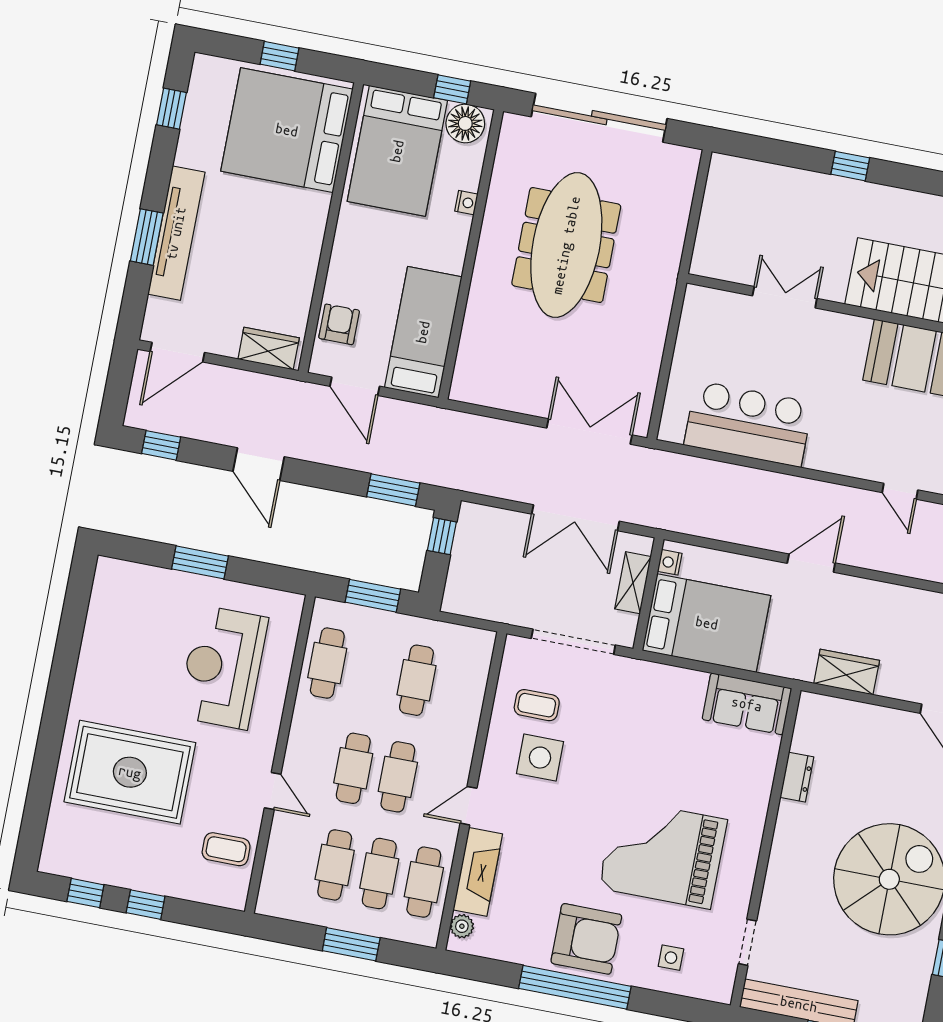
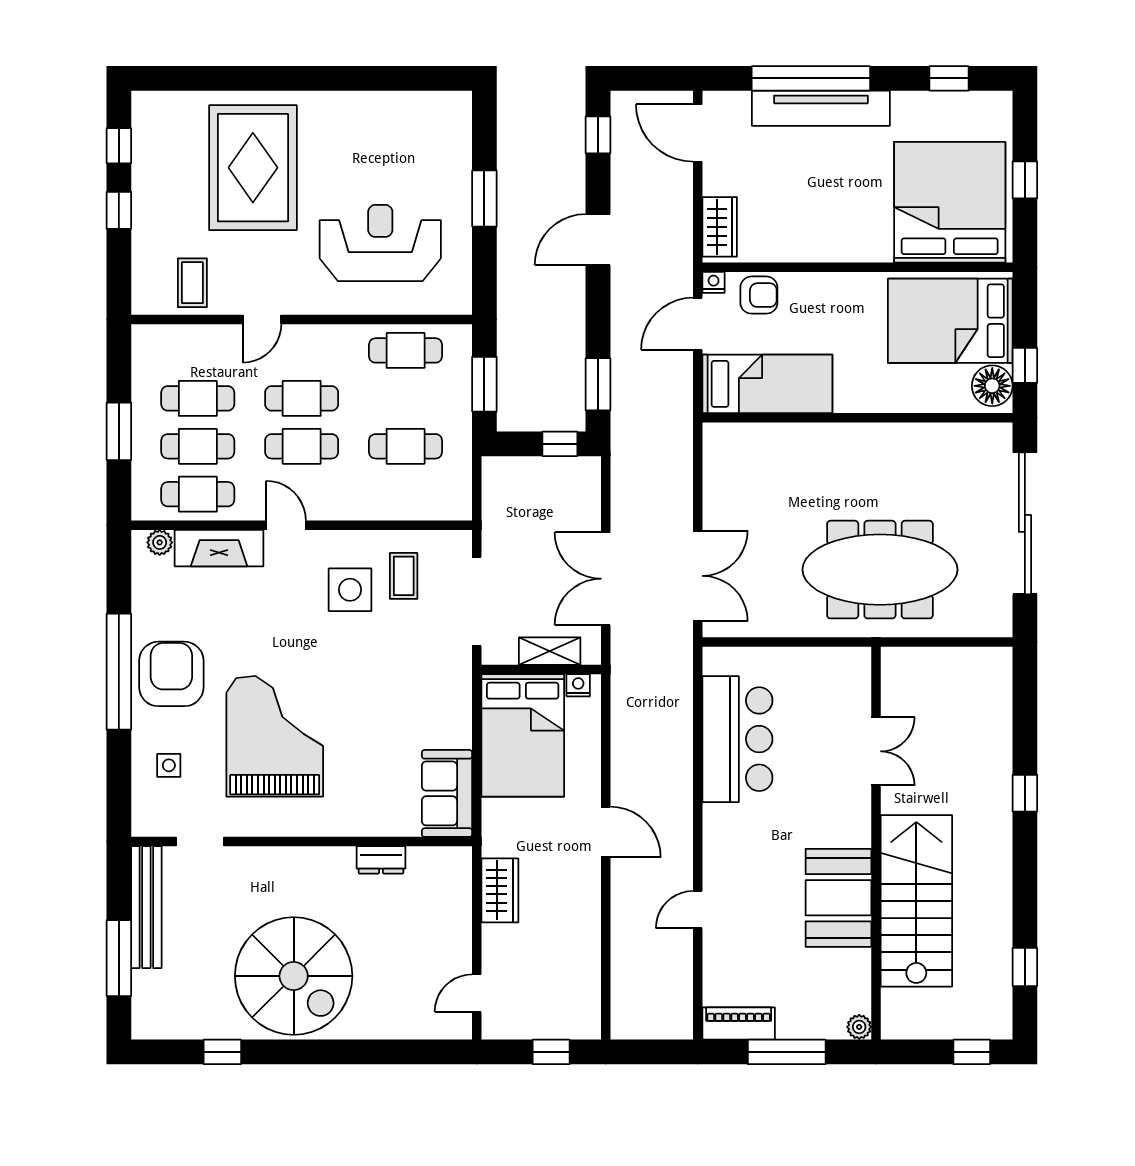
nightstand: (466, 203) -> (714, 282), moved, turned 180
window: (147, 237) -> (811, 78), width x2.11
meeting table: (566, 245) -> (880, 570), moved
armchair: (586, 939) -> (171, 674), turned 180

